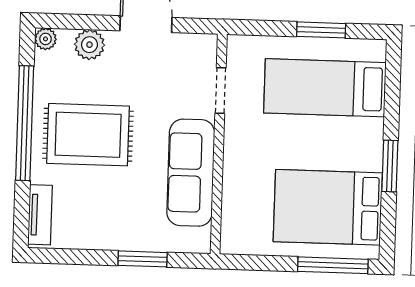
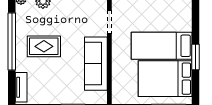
bed: (325, 88) -> (162, 46), moved
rug: (88, 135) -> (44, 46), width x0.73, depth x0.70

